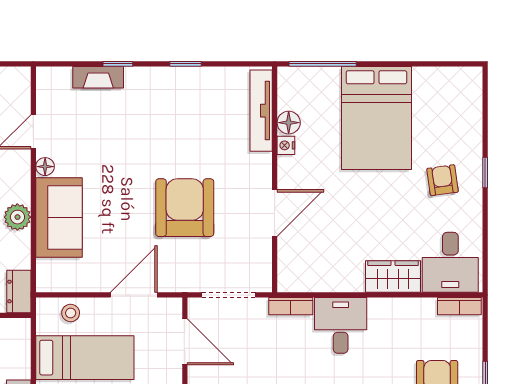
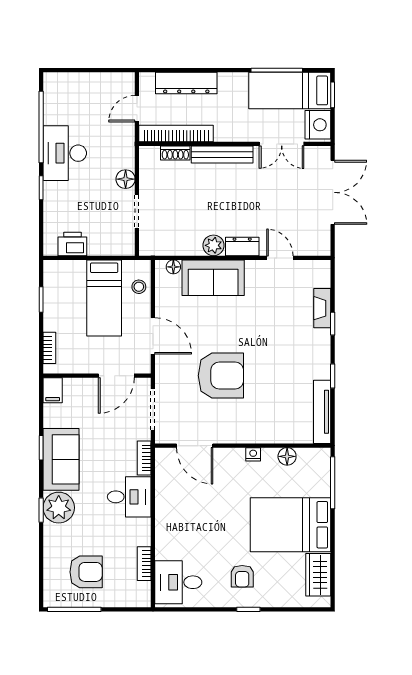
tv unit: (261, 111) -> (322, 412), moved, turned -90
nightstand: (286, 145) -> (253, 454), moved
floor lamp: (45, 167) -> (173, 267), moved
armchair: (443, 180) -> (242, 576), turned 98
door: (275, 213) -> (195, 446), moved
wardrobe: (393, 276) -> (318, 575), moved, turned 180
dresser: (19, 292) -> (242, 246), moved
bookcase: (459, 306) -> (144, 564), moved

